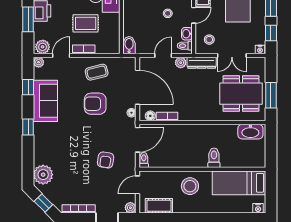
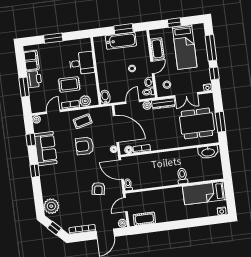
plant: (43, 47) -> (85, 101), moved
door: (137, 140) -> (121, 170), swing flipped
stool: (190, 186) -> (167, 200), removed

